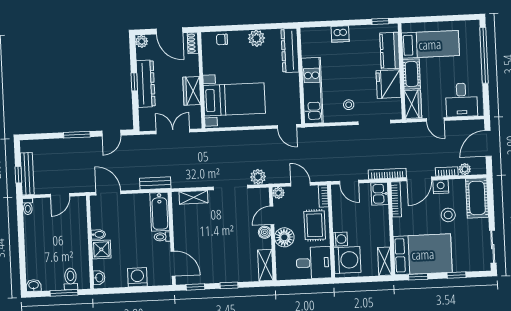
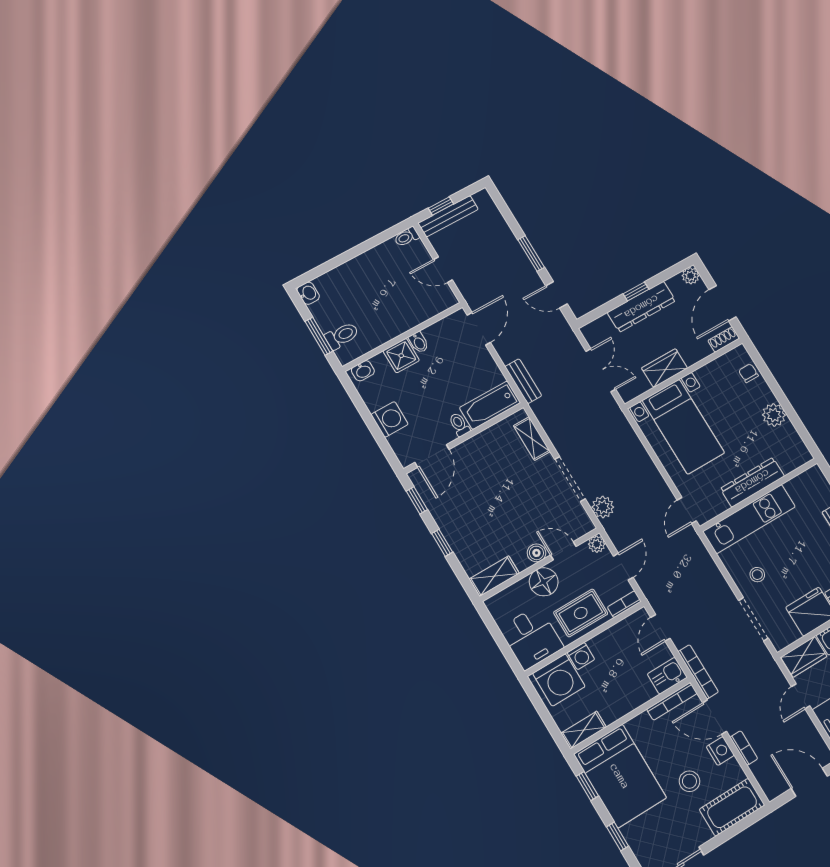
dresser: (290, 50) -> (752, 482), moved
plant: (465, 169) -> (760, 770), removed

